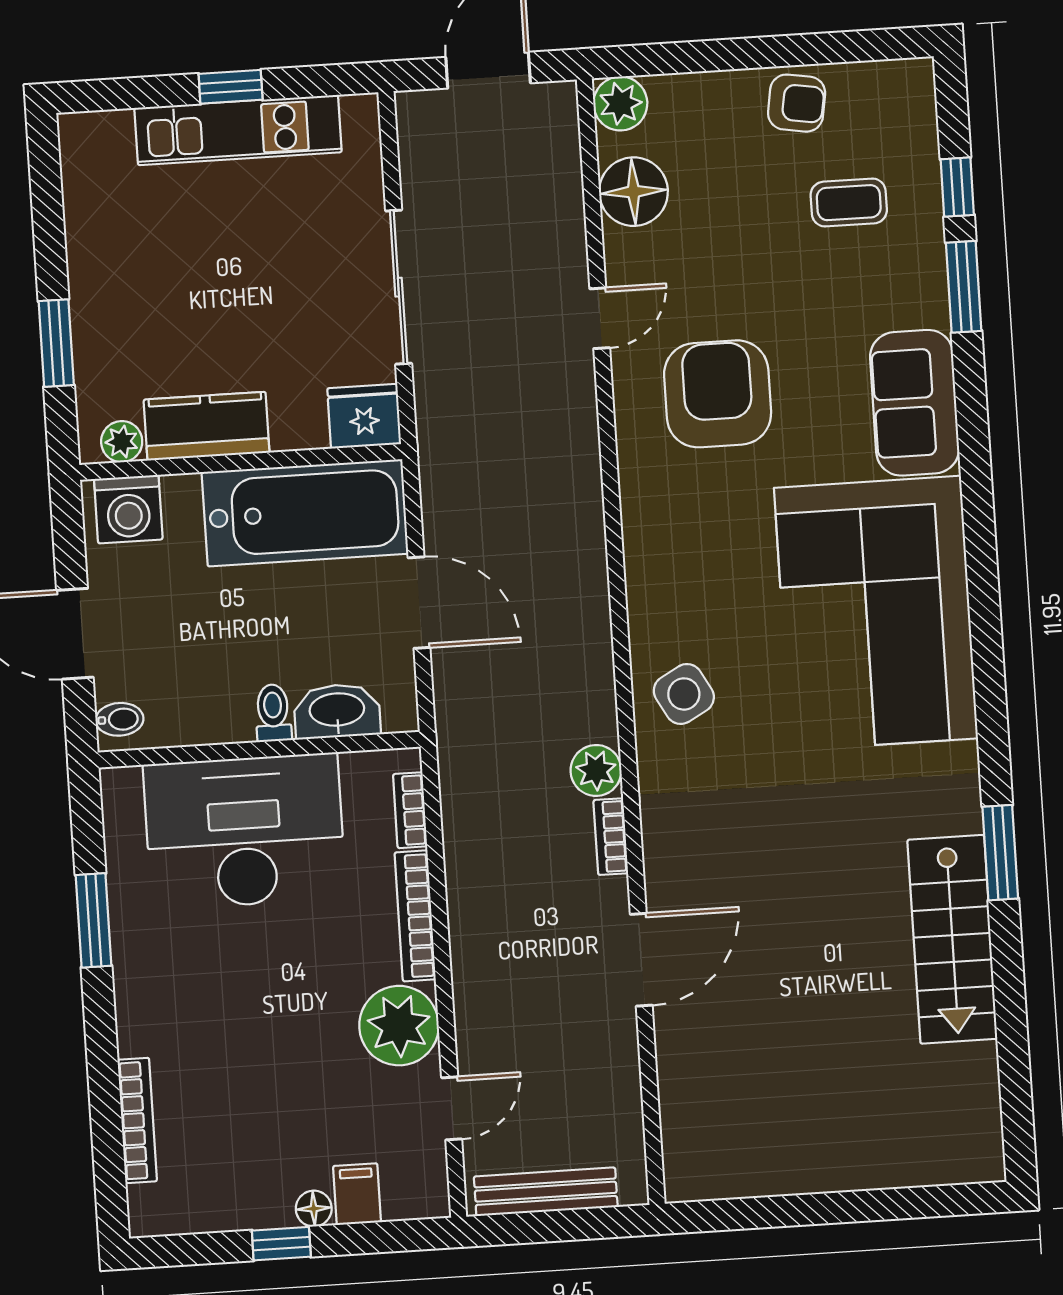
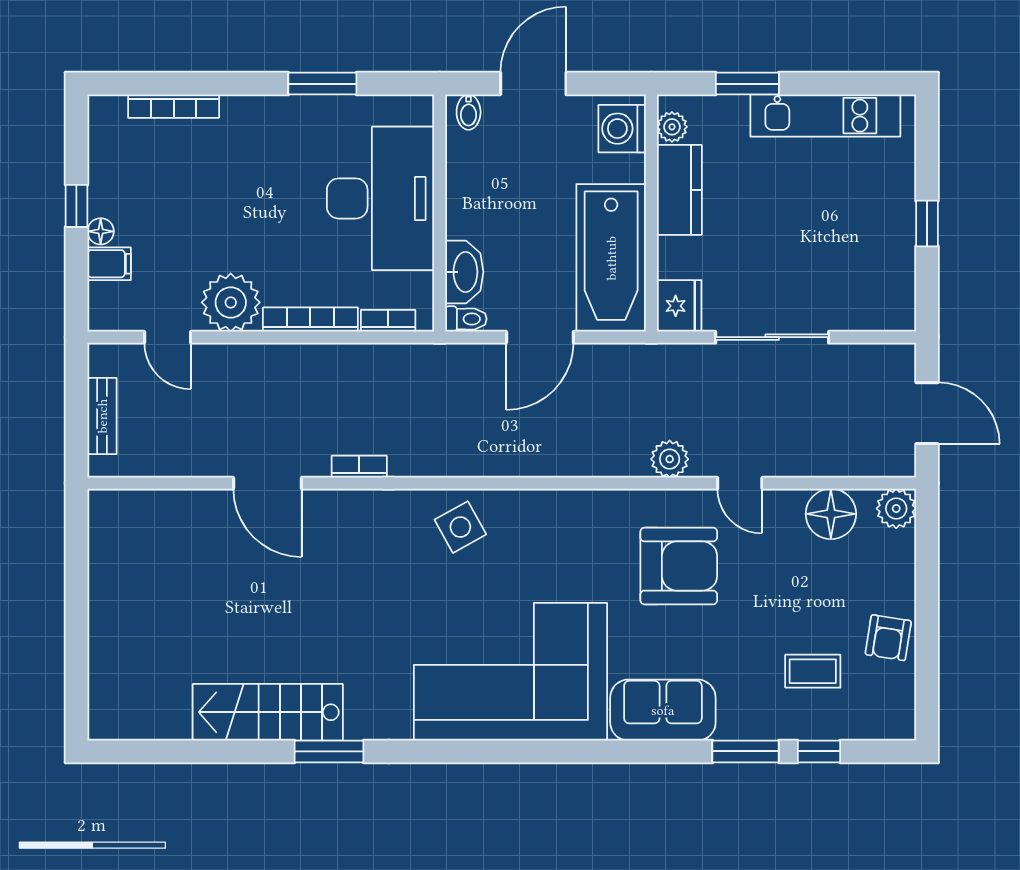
kitchen unit: (238, 130) -> (825, 116), moved, turned -90
coffee table: (849, 203) -> (813, 671), turned 90
toilet: (273, 713) -> (466, 319), moved
plant: (596, 770) -> (670, 459), moved
bench: (546, 1192) -> (102, 416), width x0.73

